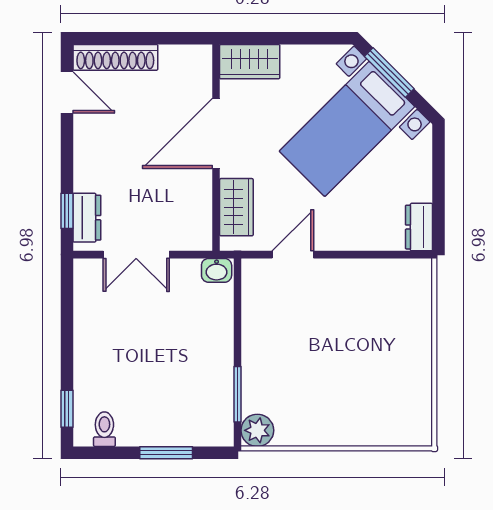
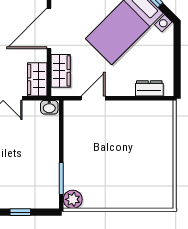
wardrobe: (196, 222) -> (37, 79), added
dresser: (419, 227) -> (149, 88), moved, turned 90
window: (166, 453) -> (20, 212), width x0.67

